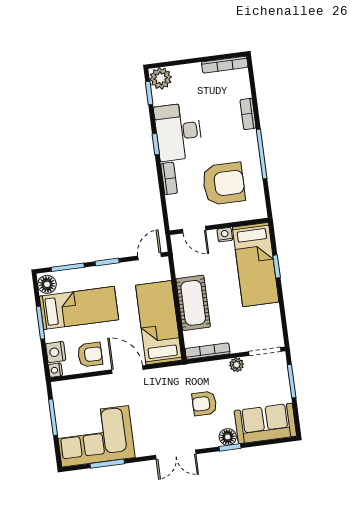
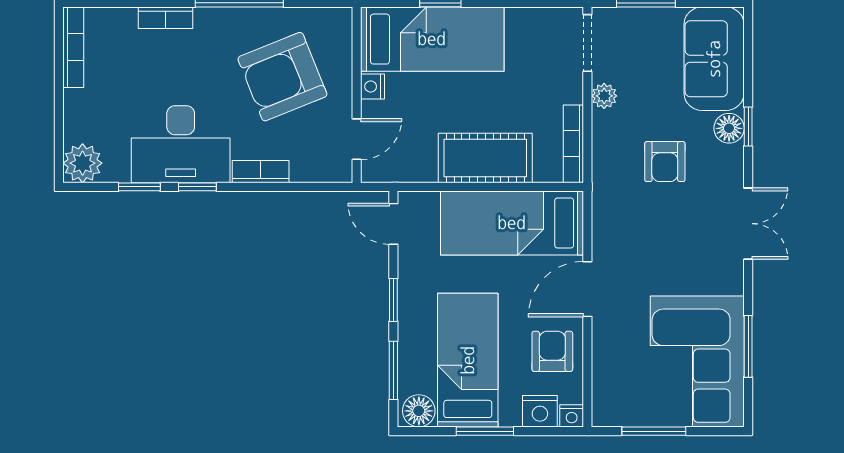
window: (149, 93) -> (139, 187), moved
armchair: (224, 184) -> (282, 77), turned -112

